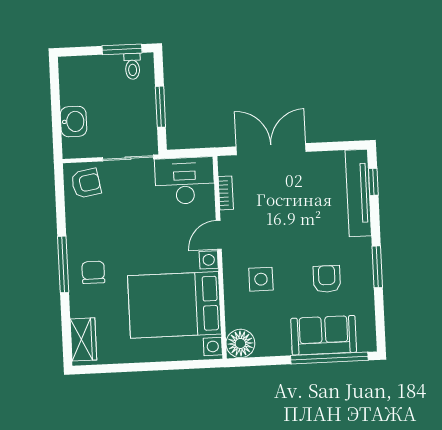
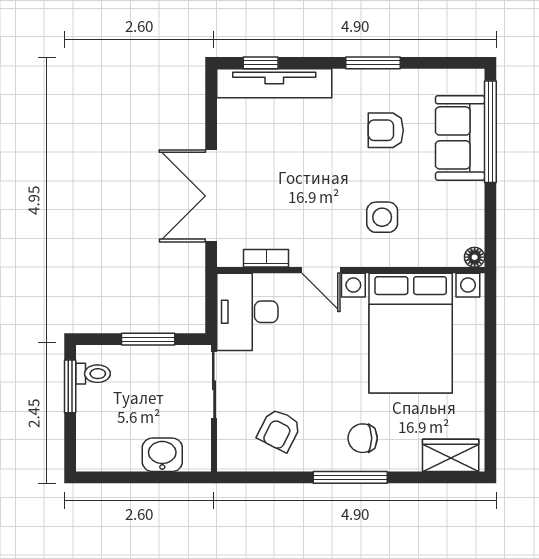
armchair: (86, 183) -> (279, 430), moved, turned -143
floor lamp: (240, 343) -> (475, 257), width x0.53, depth x0.53

